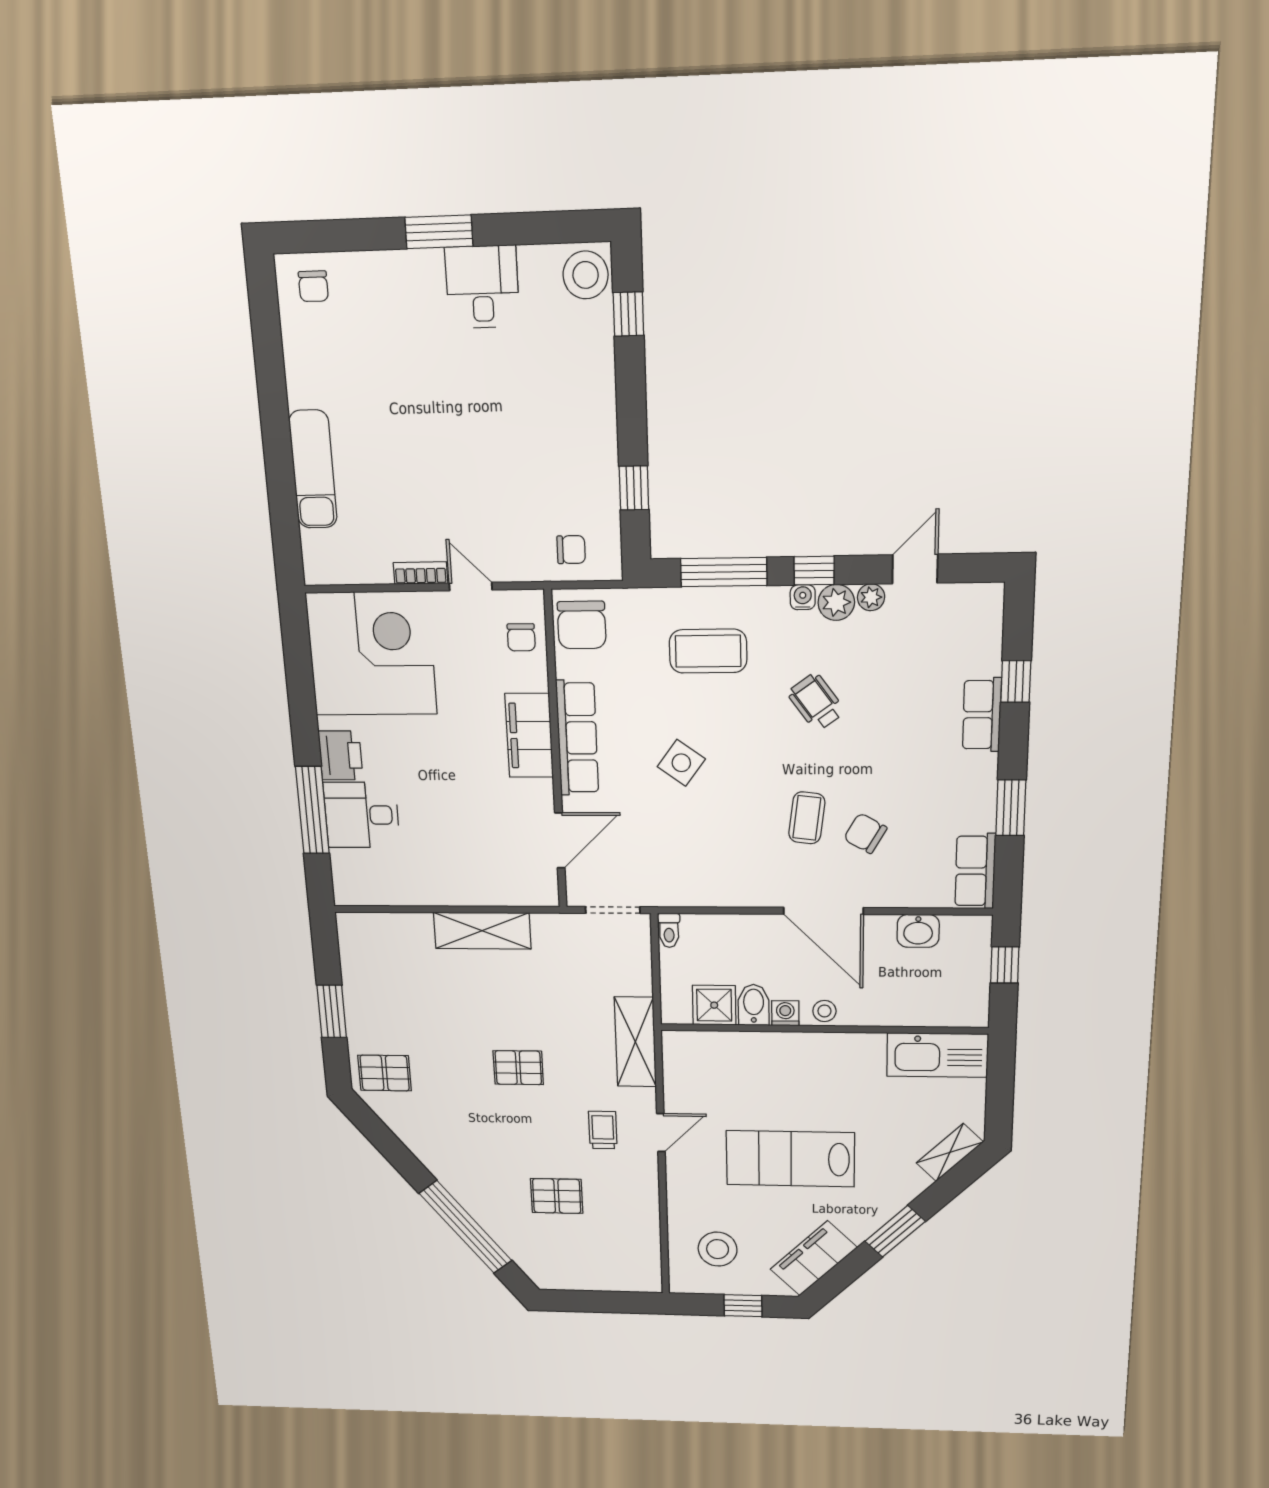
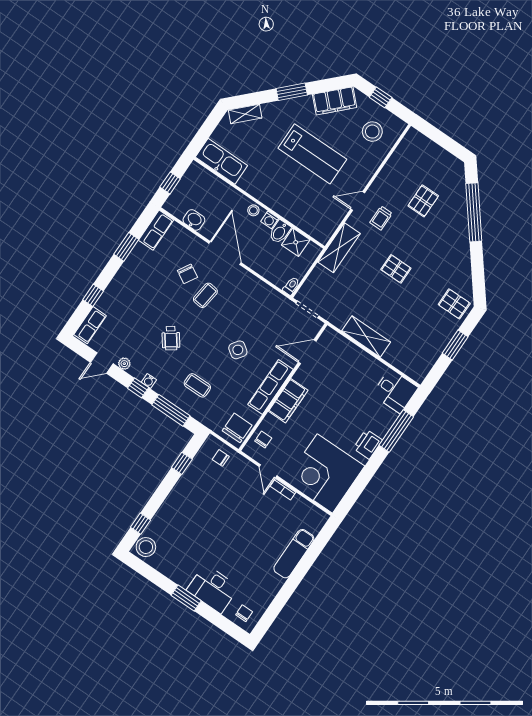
desk: (482, 287) -> (213, 589), moved, width x1.37
plant: (836, 602) -> (138, 371), removed
coffee table: (708, 651) -> (197, 385), width x0.73, depth x0.77
row of seats: (982, 715) -> (90, 325), moved
desk: (362, 815) -> (395, 391), moved
pallet: (557, 1196) -> (423, 201), turned 90

